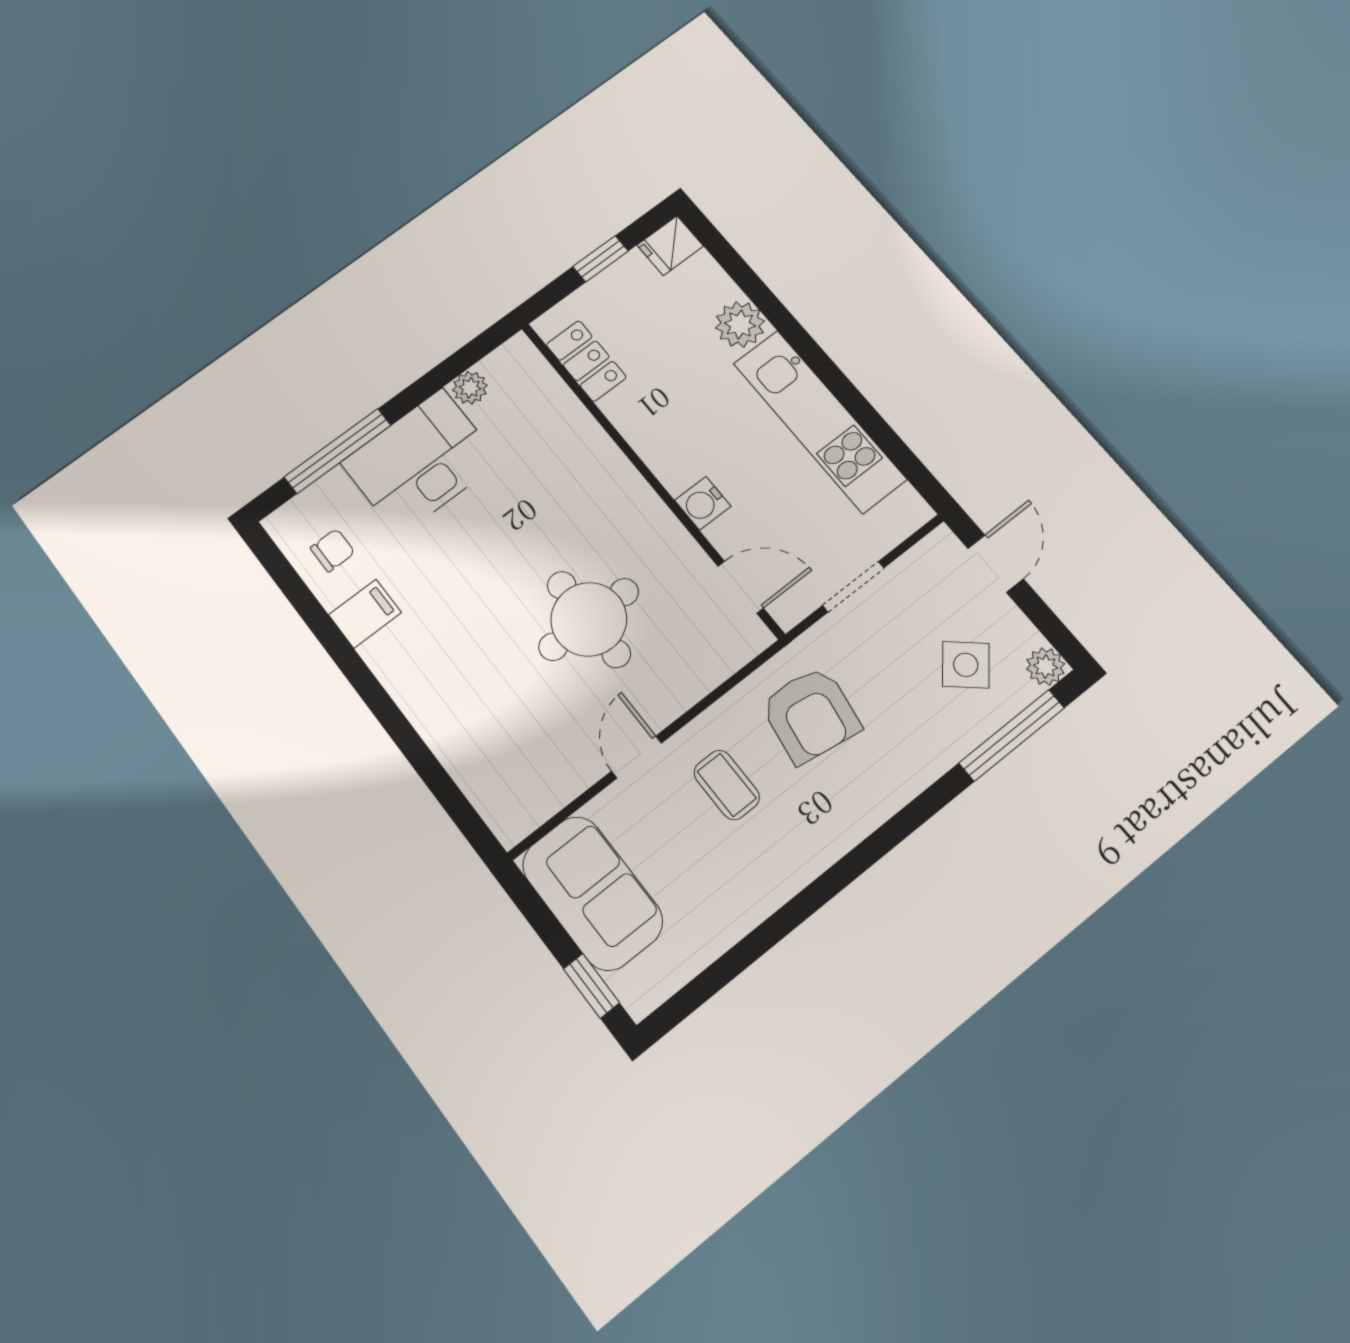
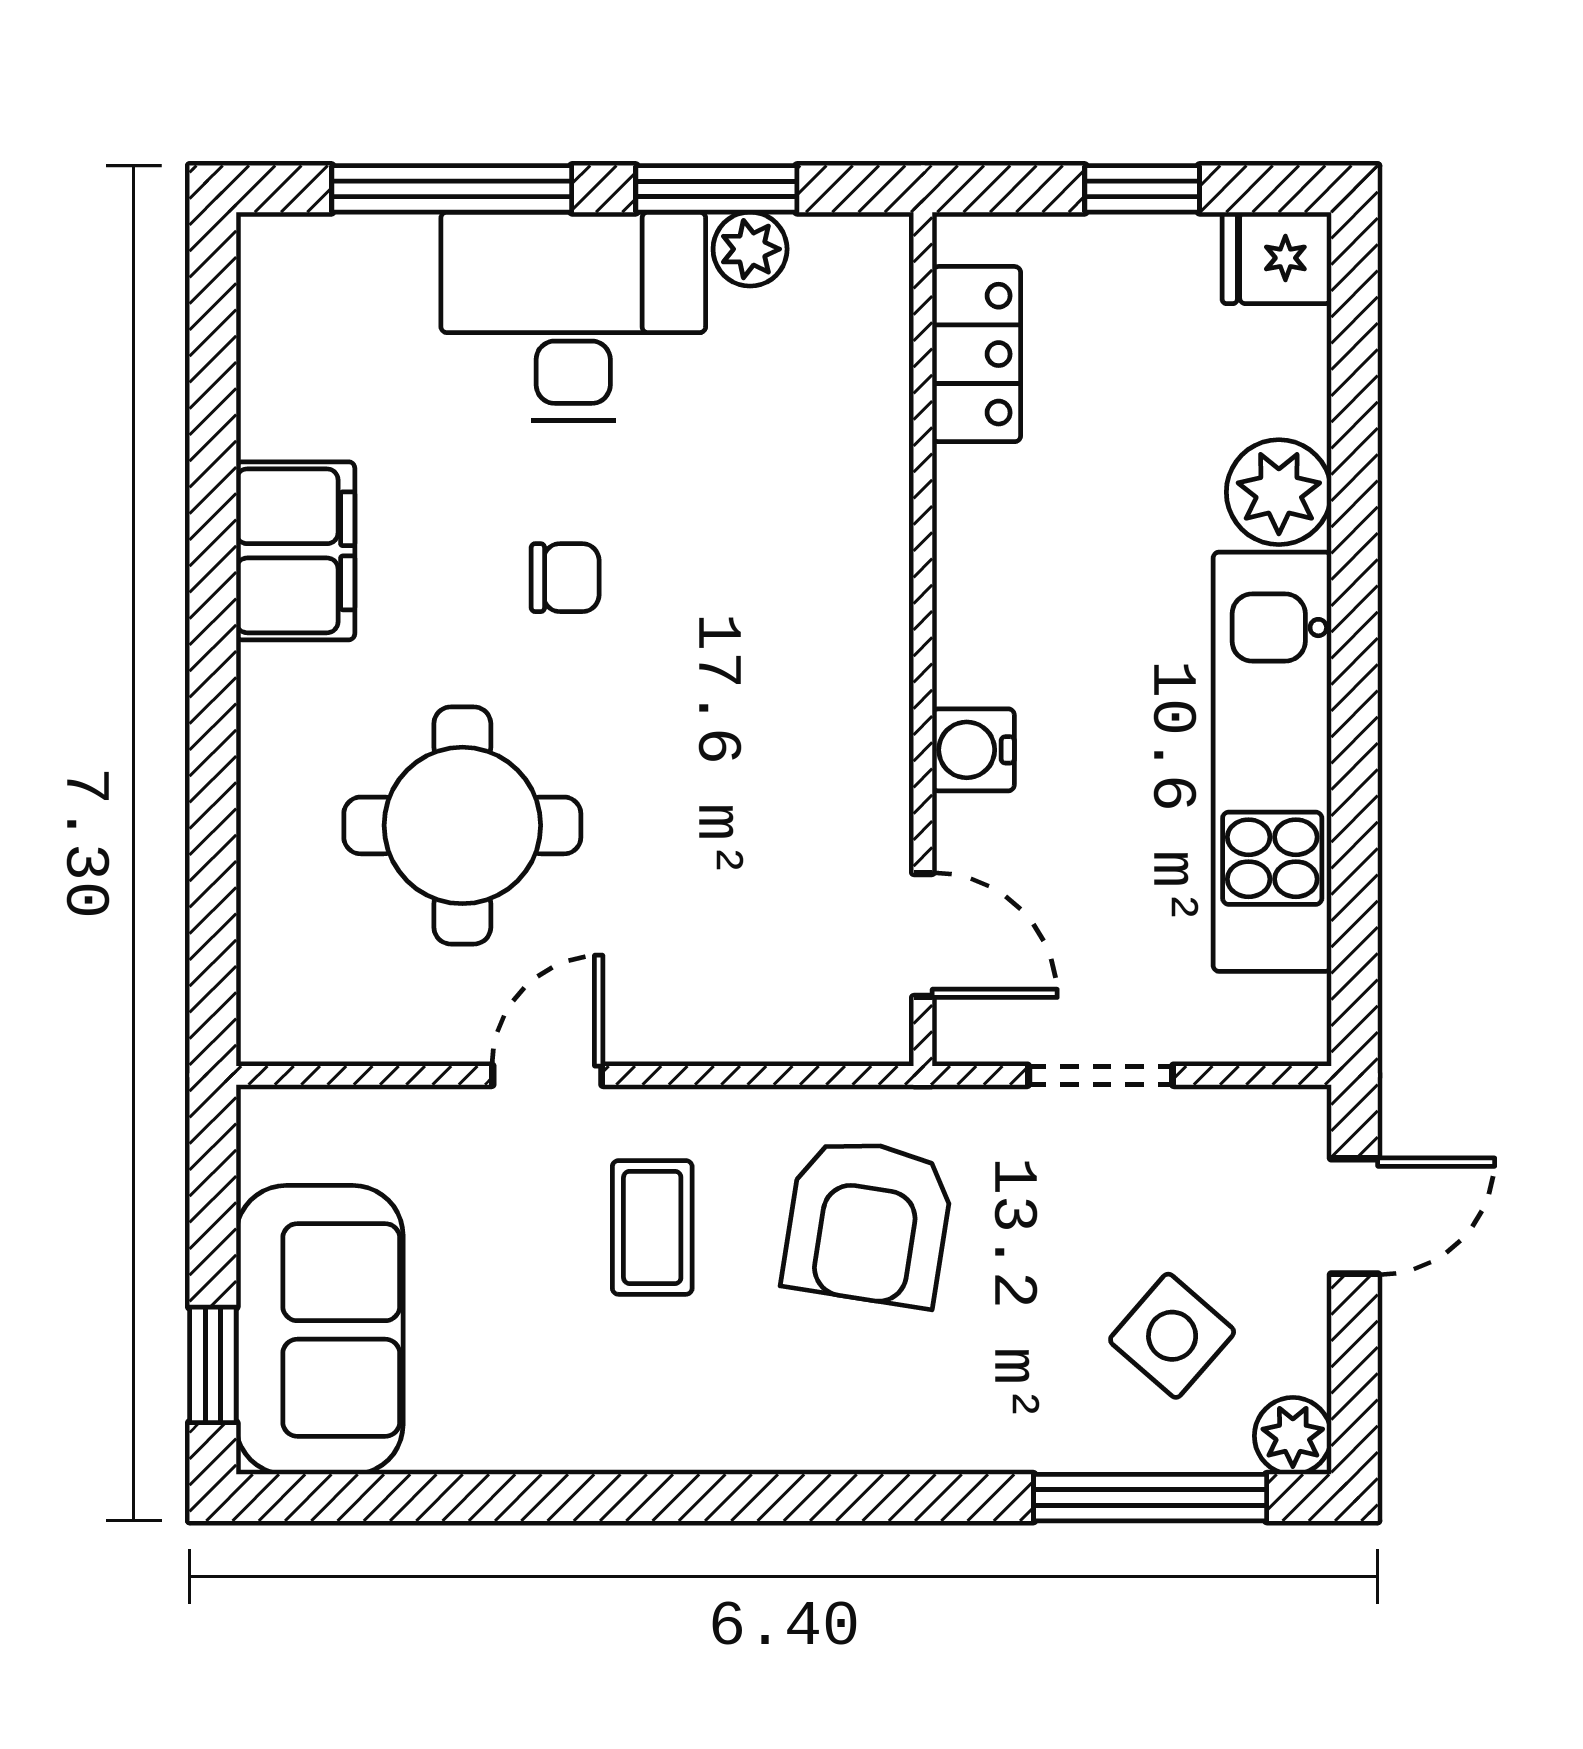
window: (440, 376) -> (716, 189), added
chair: (333, 550) -> (565, 578), moved
filing cabinet: (365, 614) -> (295, 551), width x2.00
round table: (589, 619) -> (462, 825), moved
sofa: (592, 893) -> (320, 1330), moved

